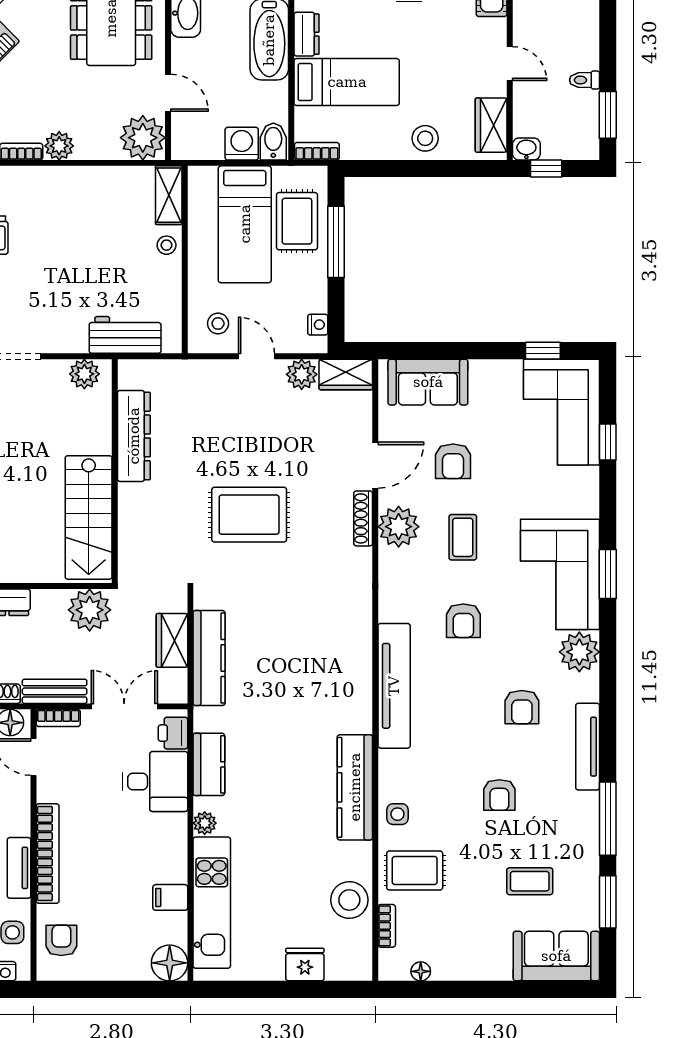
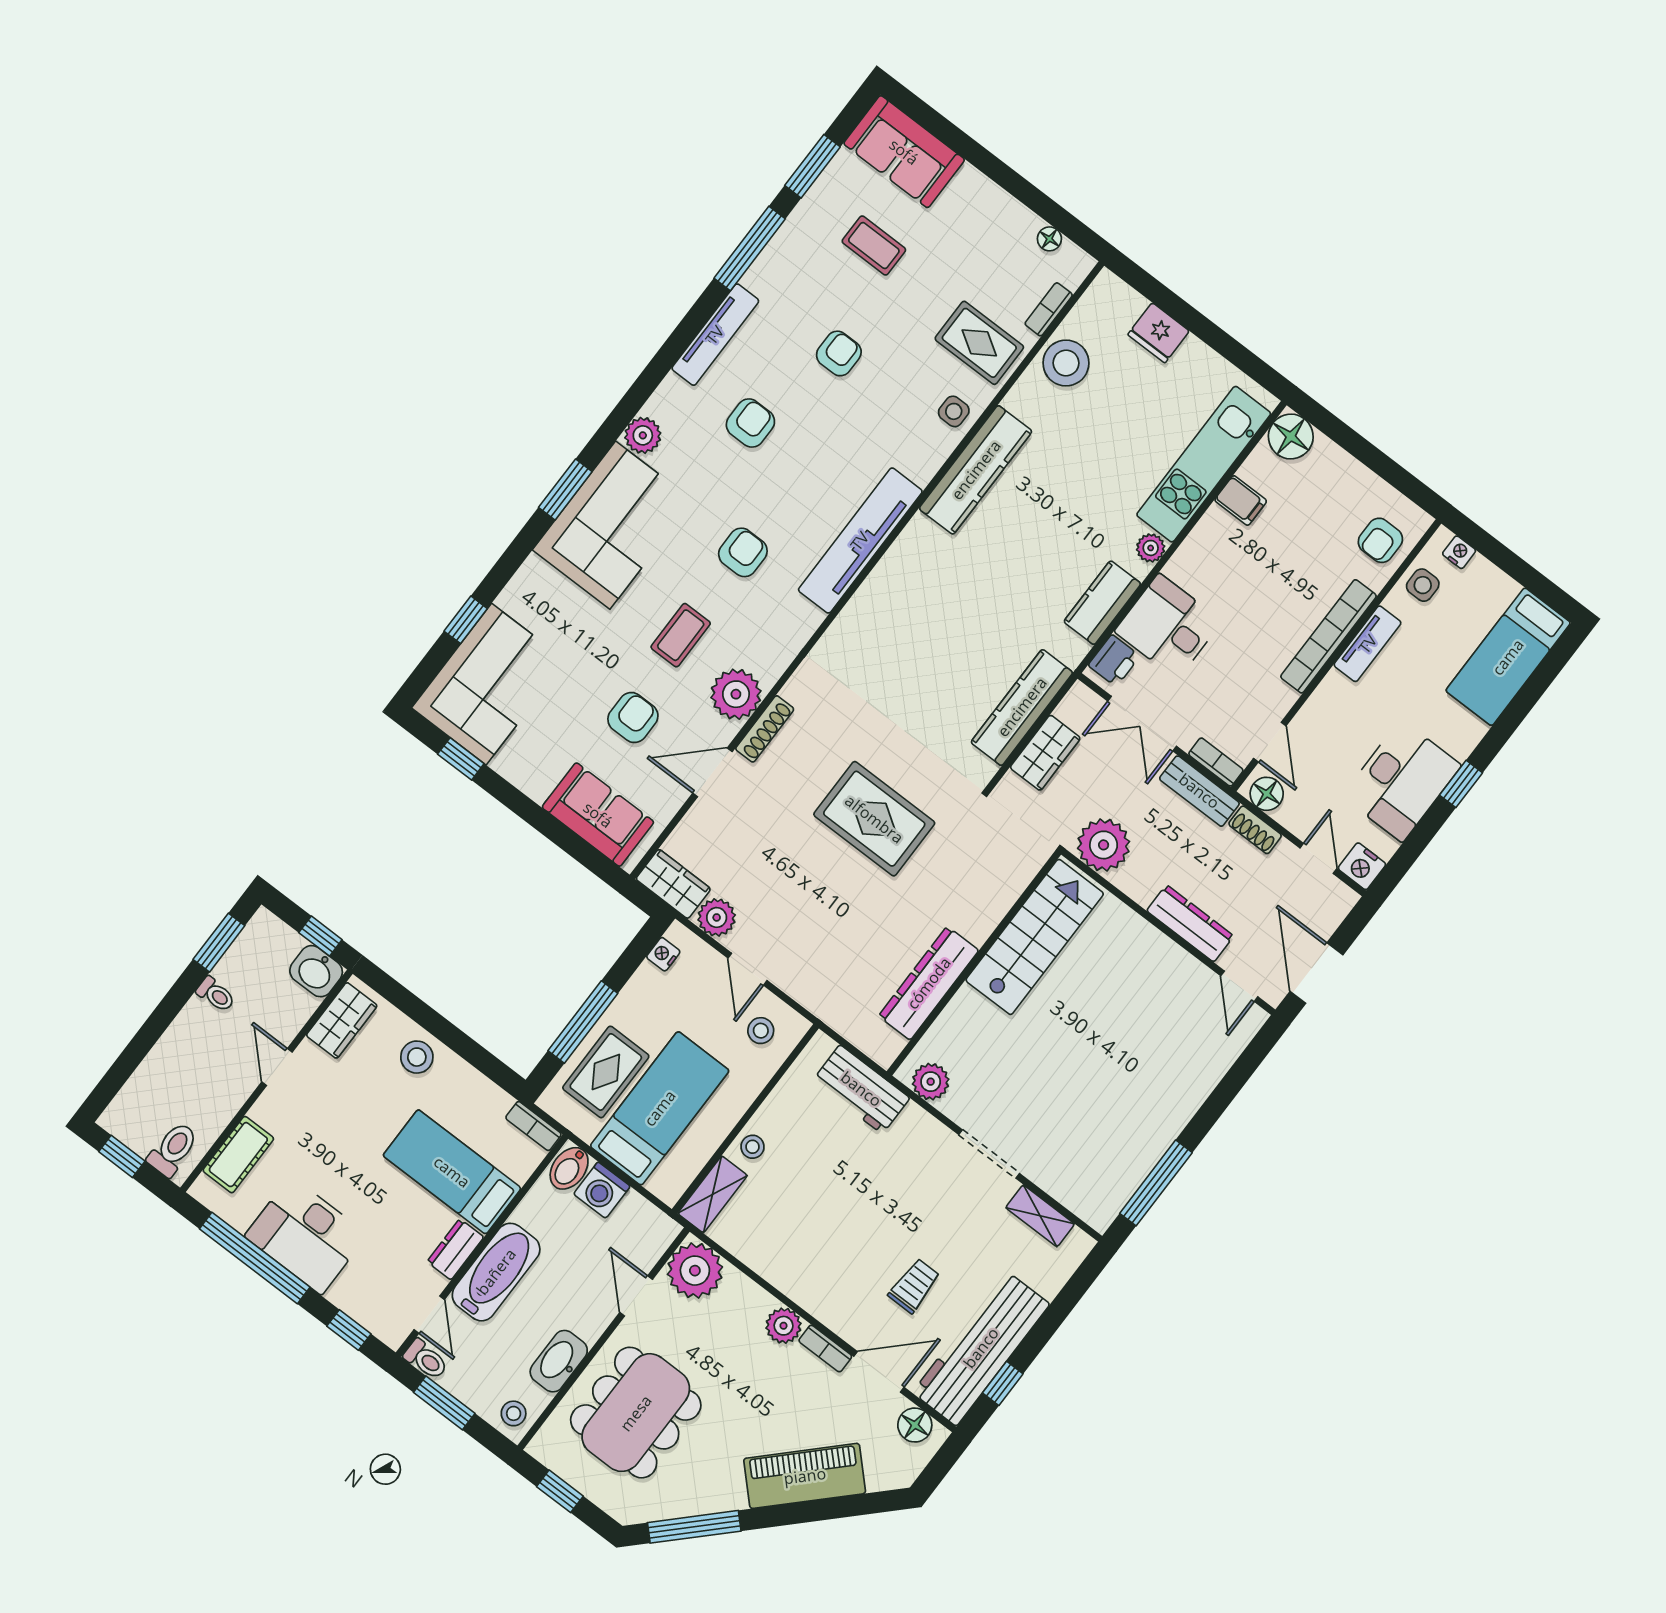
washbasin: (526, 149) -> (316, 971), width x1.38, depth x1.45
plant: (579, 652) -> (643, 435), width x0.73, depth x0.73

